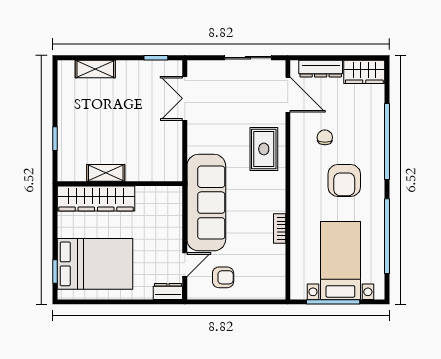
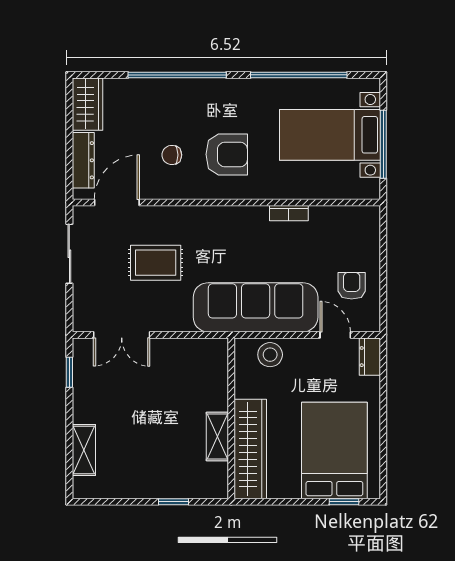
rug: (264, 149) -> (156, 263), moved
armchair: (344, 180) -> (227, 154), moved
stool: (169, 214) -> (270, 355), added

